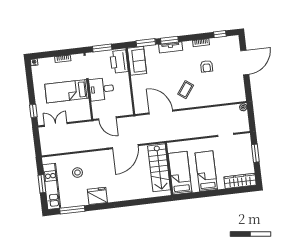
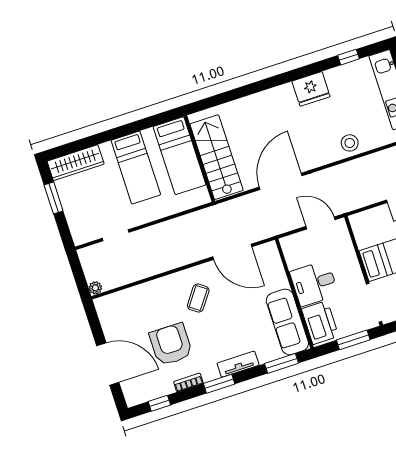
window: (169, 40) -> (219, 384), moved
sofa: (137, 61) -> (287, 322), width x1.36
door: (245, 62) -> (108, 364), swing flipped
armchair: (207, 66) -> (171, 344), width x1.88, depth x1.88
desk: (101, 89) -> (314, 283), moved, turned 180
window: (255, 153) -> (54, 198), moved
stool: (77, 173) -> (350, 143), moved
window: (72, 210) -> (349, 57), width x0.46

